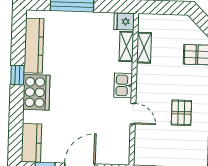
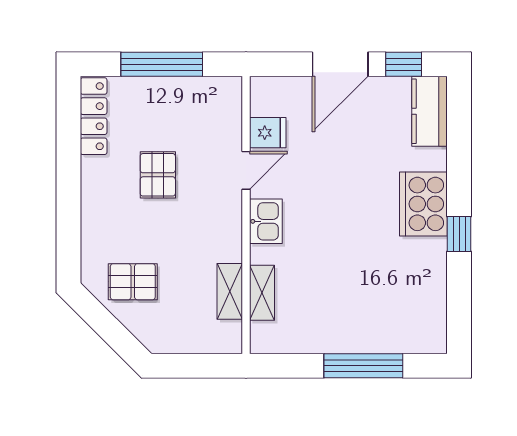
fridge: (124, 22) -> (268, 133), moved
kitchen counter: (34, 46) -> (431, 289), removed
door: (133, 114) -> (246, 170), swing flipped

